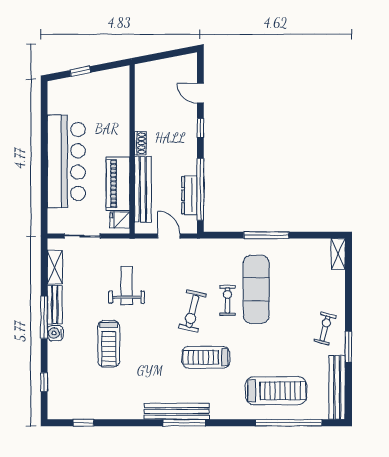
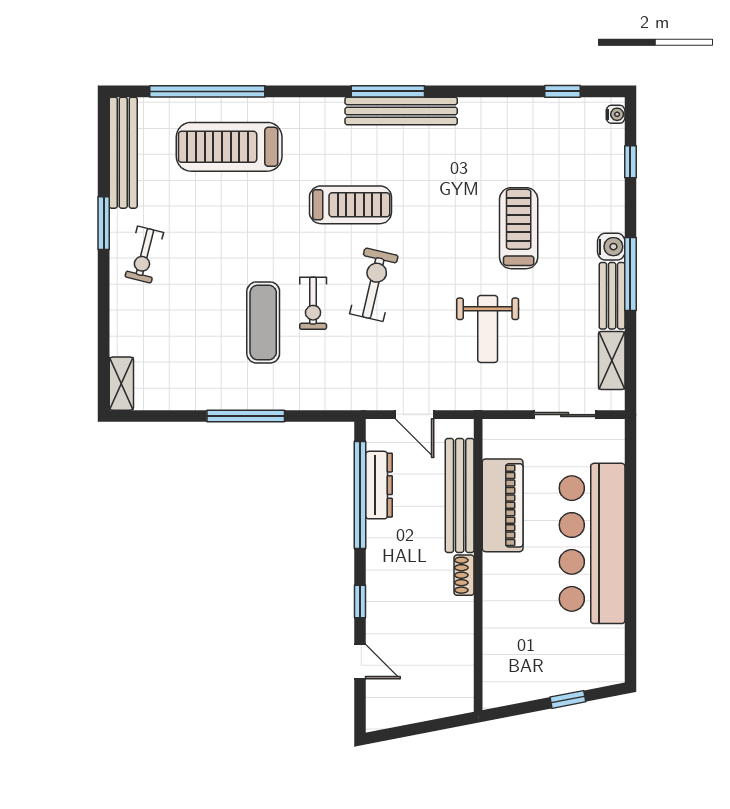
fridge: (120, 220) -> (499, 443), removed
exercise mat: (256, 289) -> (263, 322), width x0.73, depth x0.69
water cooler: (53, 409) -> (616, 114), added

